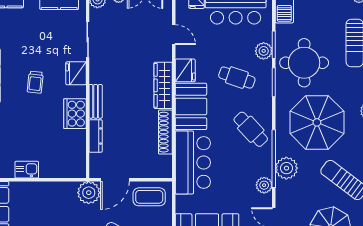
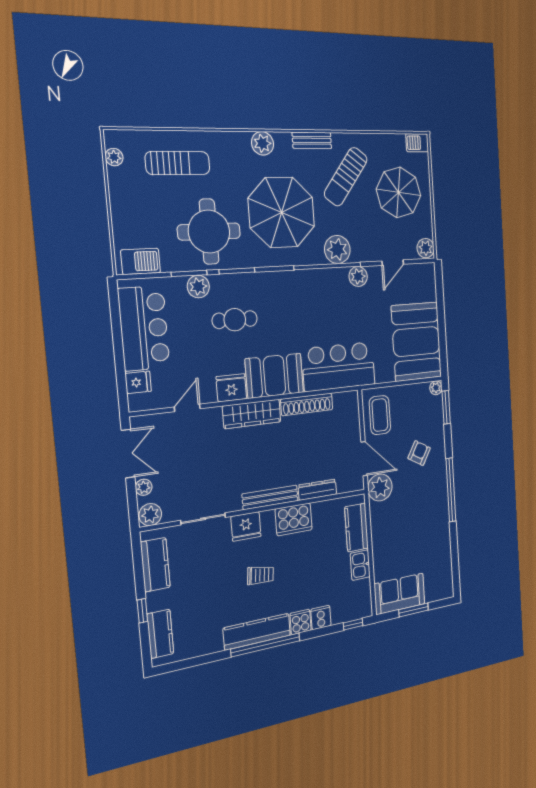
cafe table: (237, 78) -> (235, 320), turned 71
bench: (96, 101) -> (270, 497), width x1.36
cafe table: (251, 129) -> (296, 297), removed
kitchen counter: (59, 169) -> (357, 527), added

